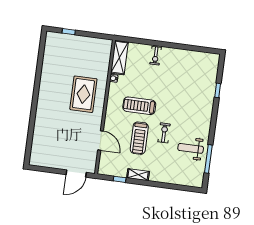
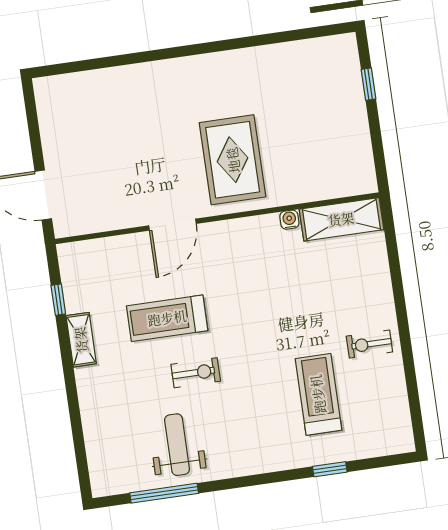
exercise bike: (156, 56) -> (369, 344), moved
rug: (83, 94) -> (233, 160), turned 90
treadmill: (139, 106) -> (318, 394), moved
door: (101, 140) -> (173, 225), moved

